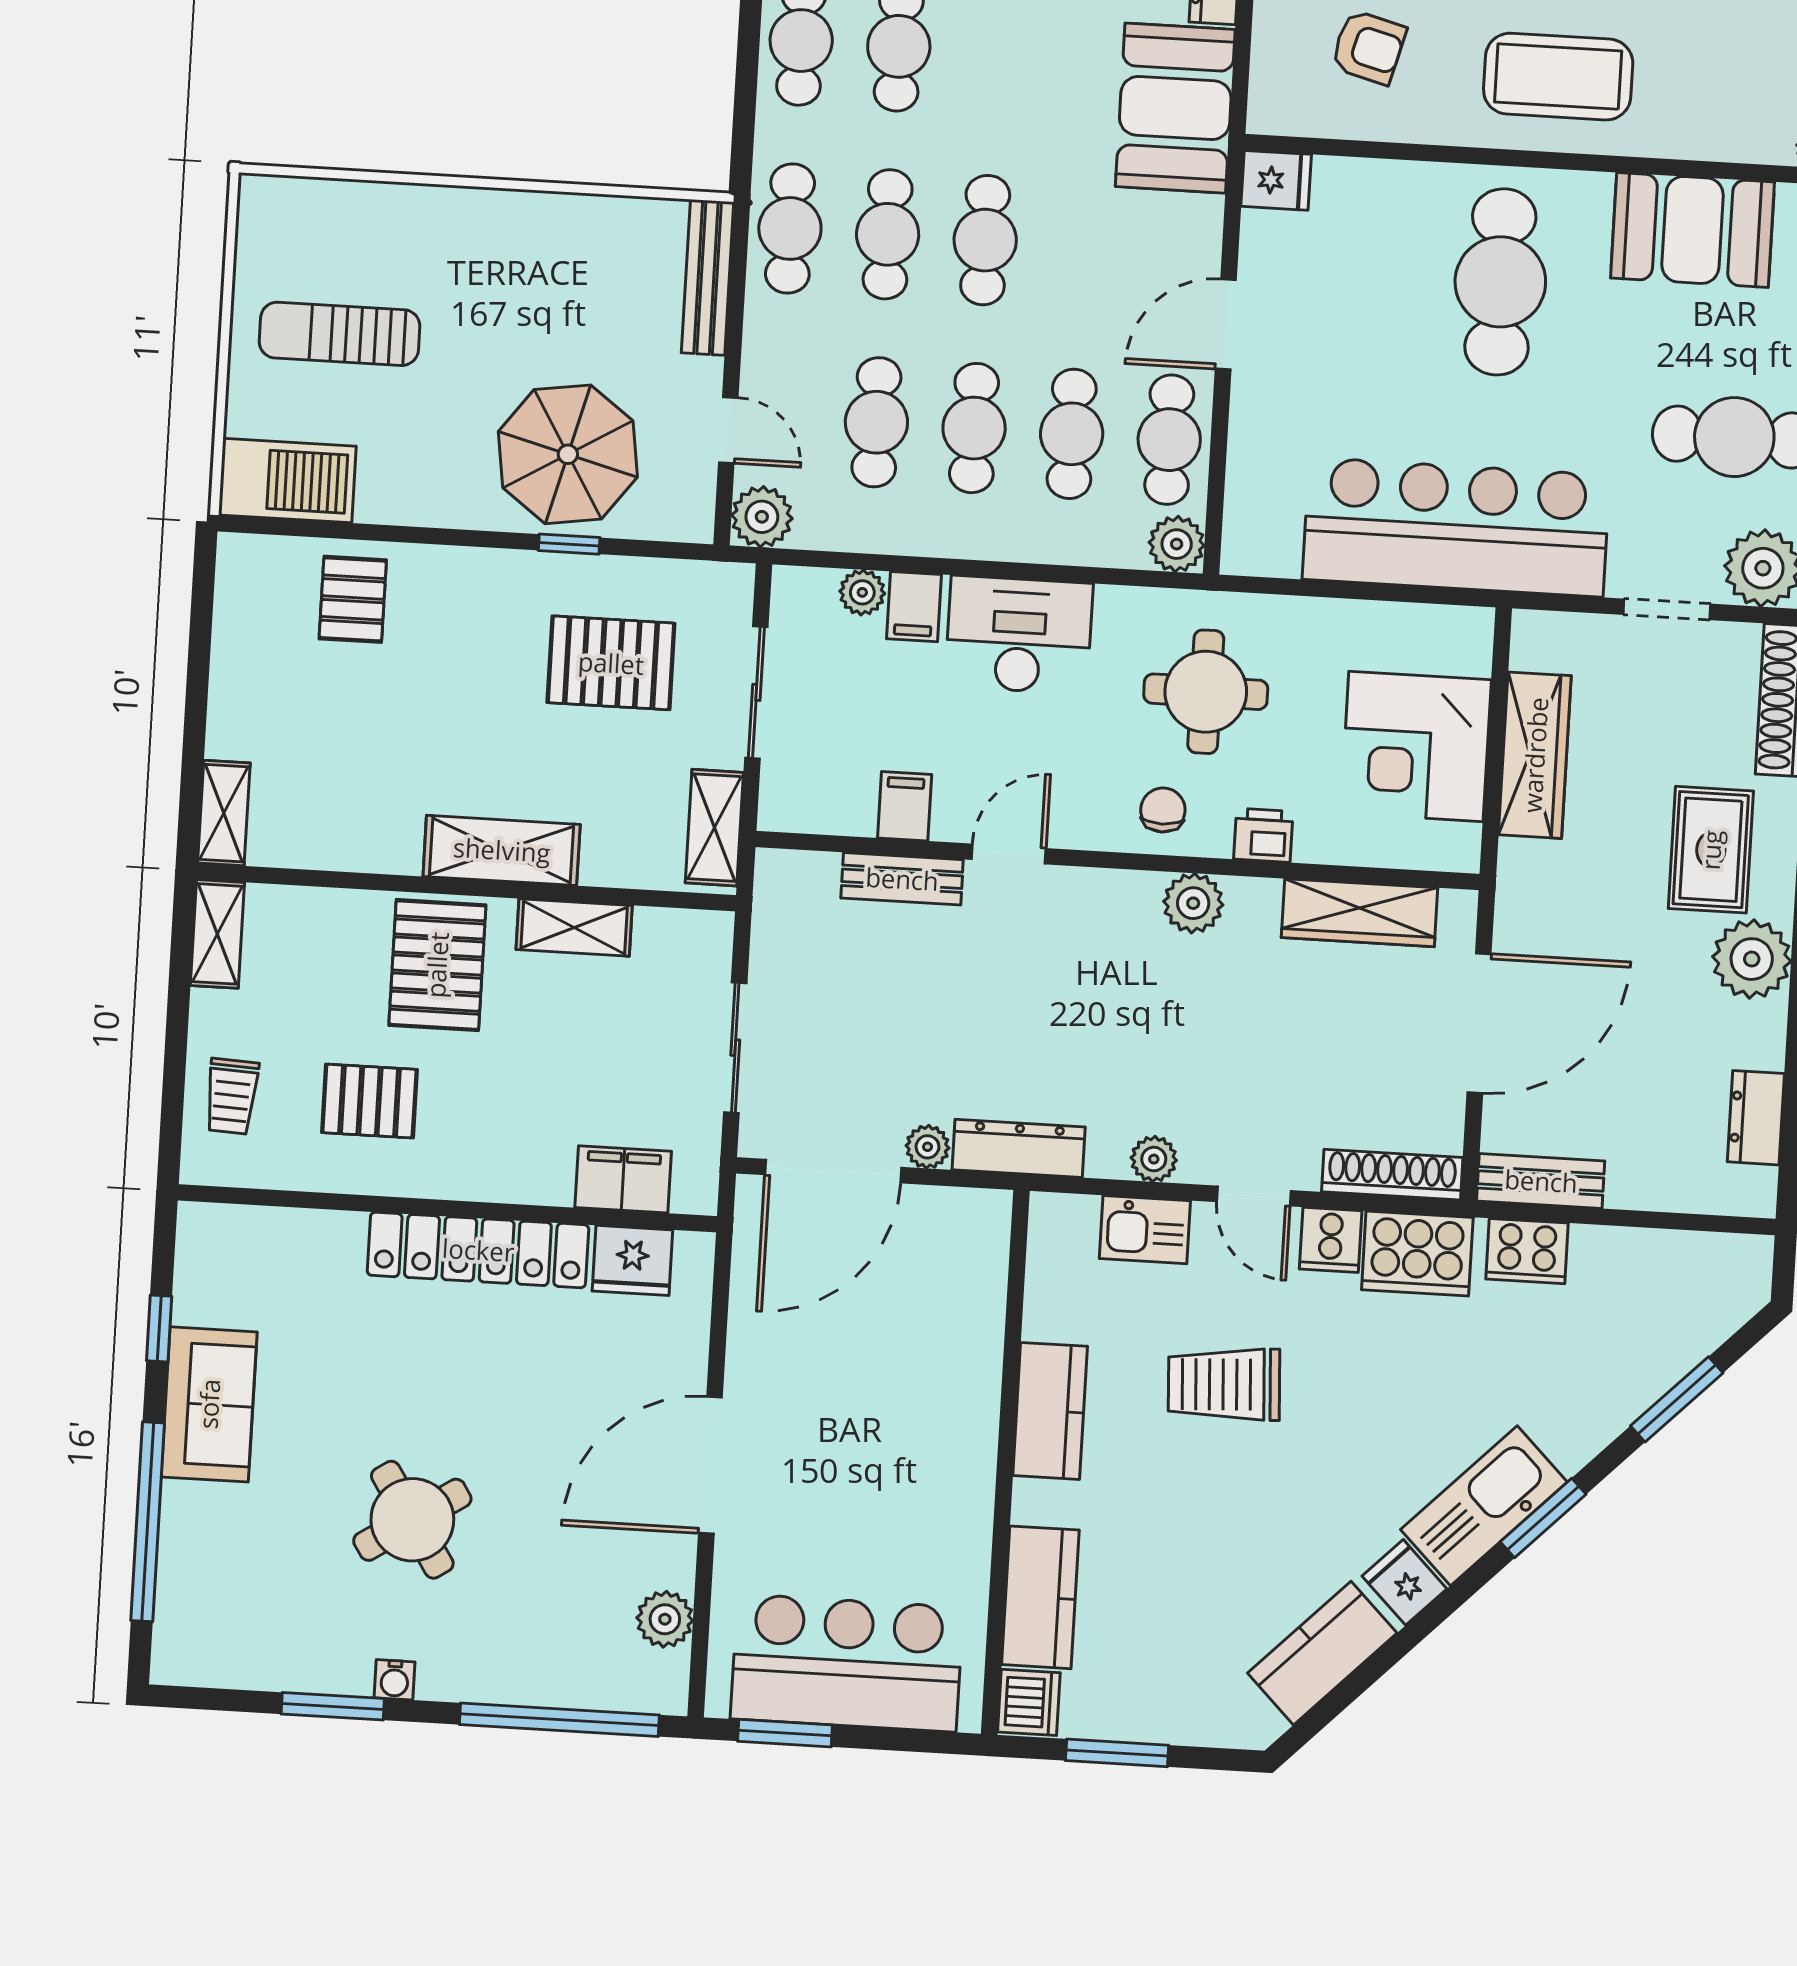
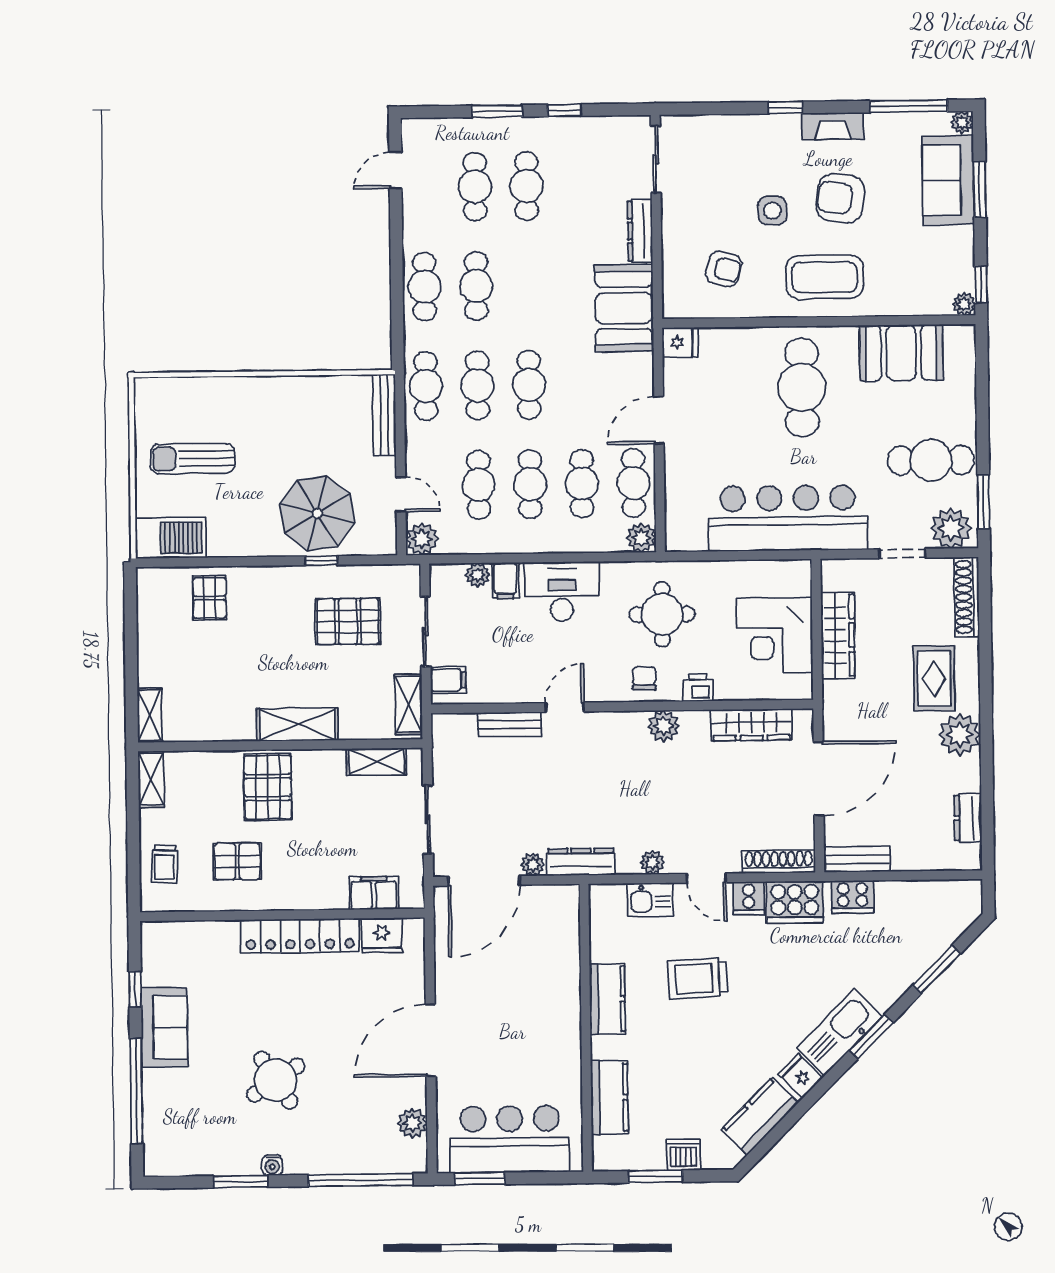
filing cabinet: (905, 806) -> (448, 680), moved, turned 90
shelving: (574, 927) -> (376, 762), moved
dishwasher: (1029, 1702) -> (683, 1155), moved, turned -90

